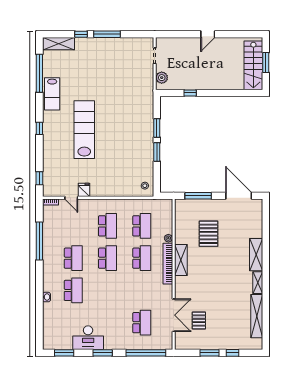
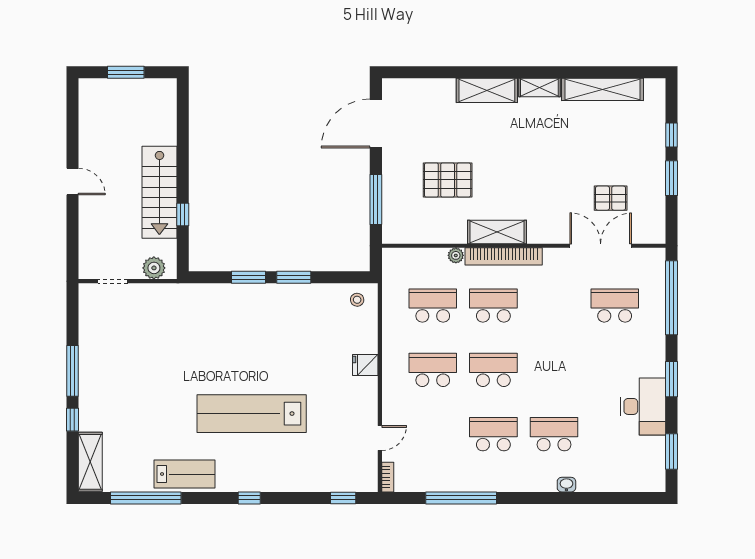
stairs: (253, 65) -> (159, 192), moved, turned 90
fridge: (84, 190) -> (365, 365), moved

